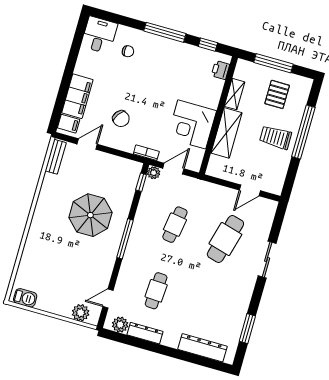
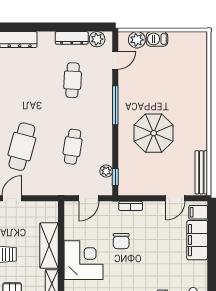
chair: (121, 119) -> (121, 241), moved, turned -126
corner desk: (192, 124) -> (83, 260), moved
bookcase: (146, 153) -> (131, 206), moved
bench: (56, 157) -> (201, 172), width x1.36
plant: (154, 173) -> (106, 171), moved
window: (125, 239) -> (115, 105), moved
barbecue: (25, 298) -> (157, 39), moved

